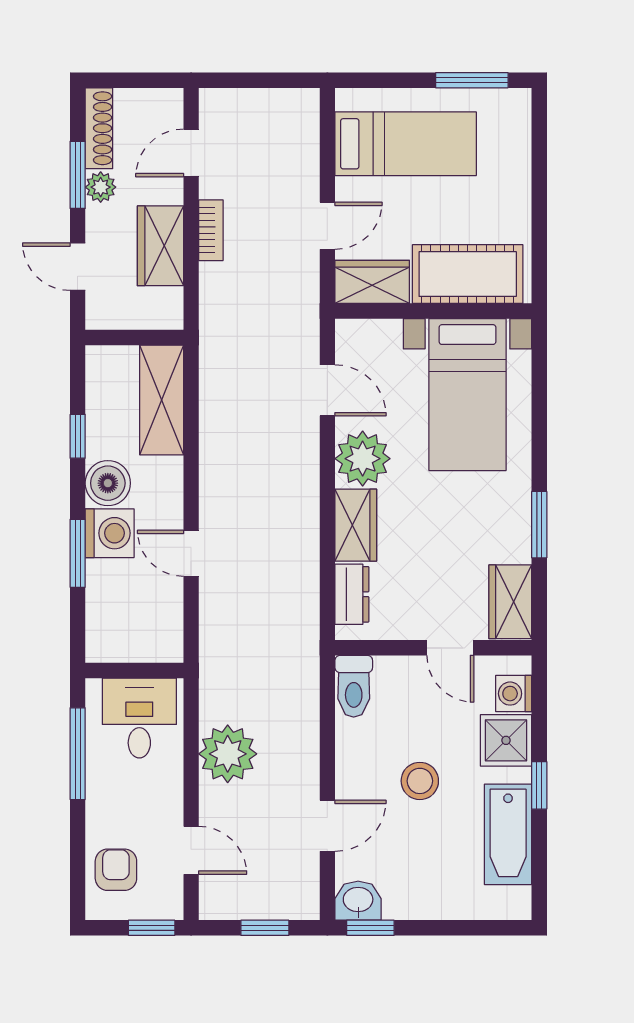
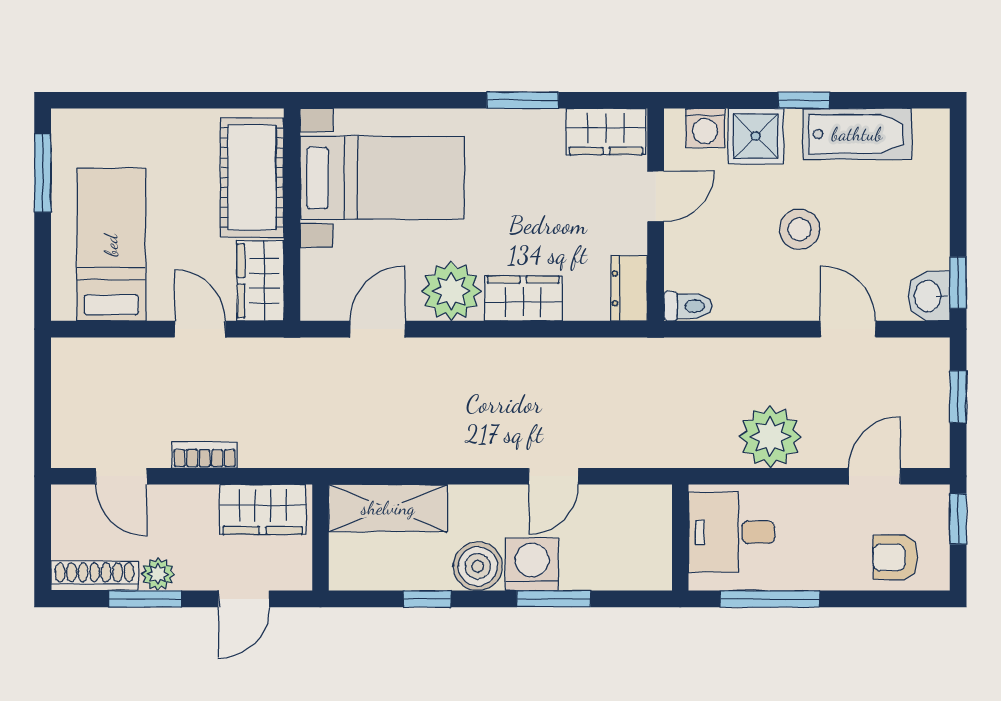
wardrobe: (160, 246) -> (263, 509), moved
dresser: (352, 594) -> (629, 288), moved, turned -90
toilet: (354, 686) -> (688, 306), width x0.73, depth x0.72

